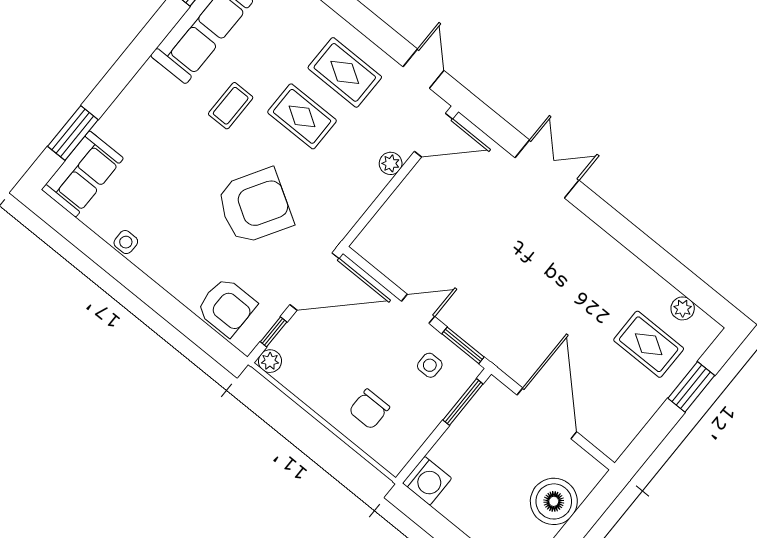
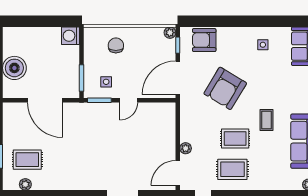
side table: (126, 242) -> (263, 45), moved

